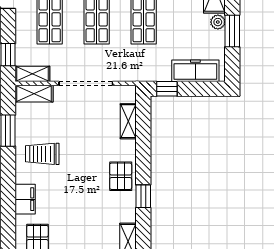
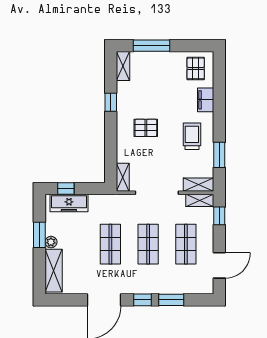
window: (167, 89) -> (66, 189), moved
shelving: (128, 121) -> (123, 177), moved
trolley: (42, 154) -> (192, 136), turned -90
pallet: (121, 176) -> (146, 128), moved, turned 90

